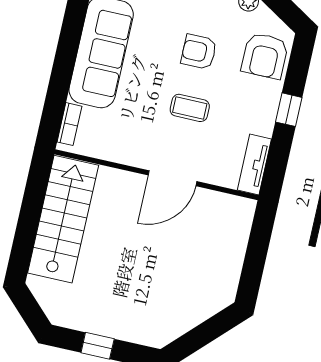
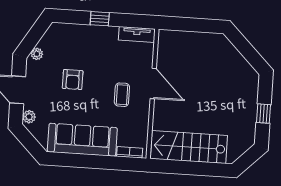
armchair: (265, 56) -> (69, 39), removed
coffee table: (190, 108) -> (122, 95), moved

